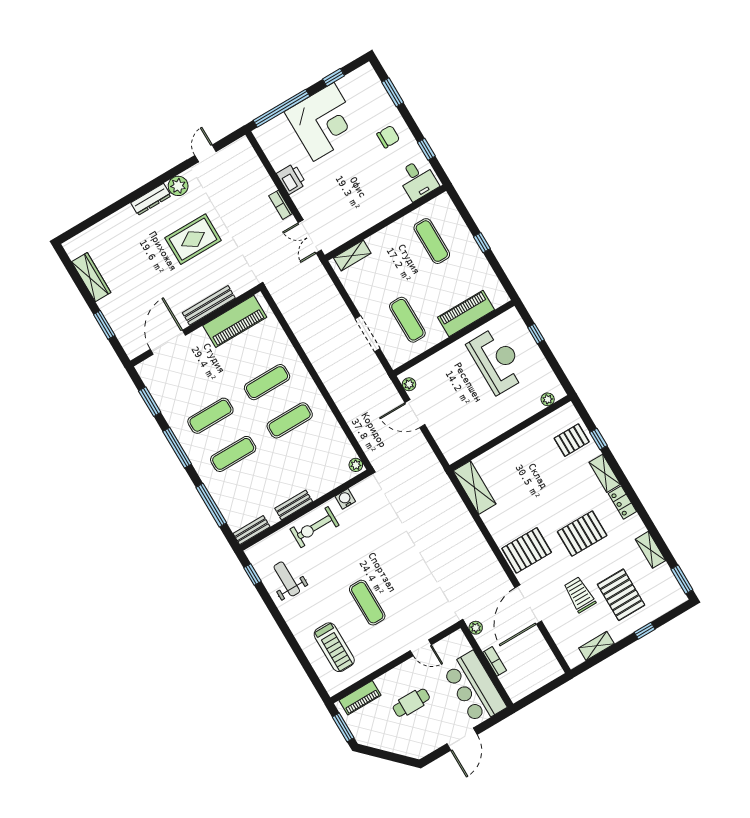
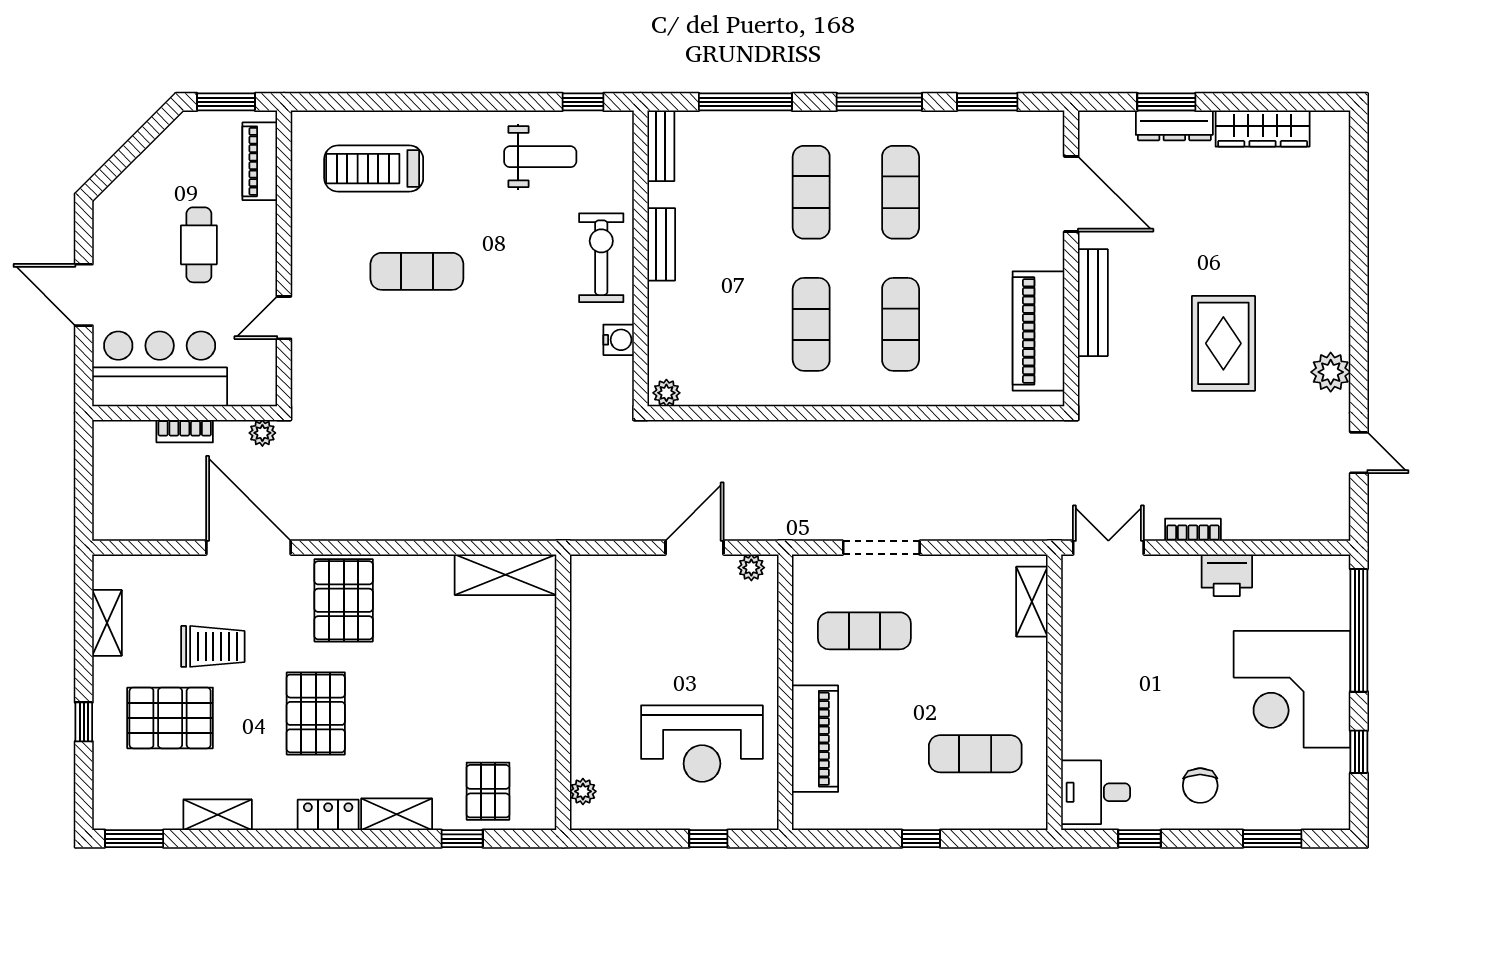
dresser: (151, 199) -> (1174, 125), moved, turned -90

